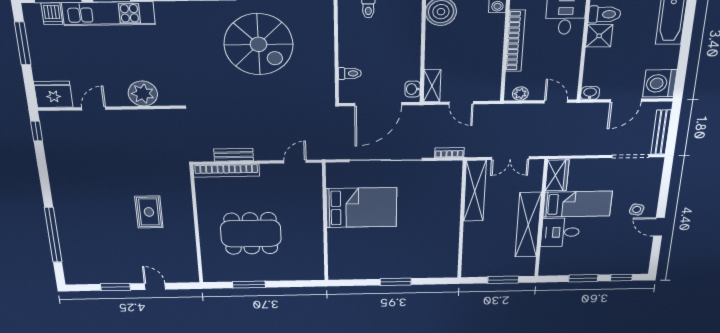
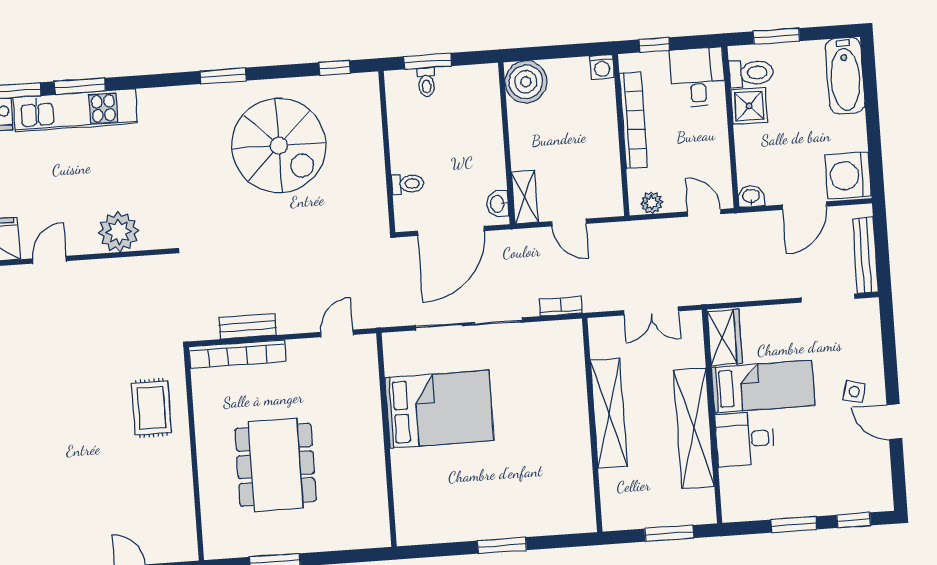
shelving: (475, 191) -> (609, 413), moved
rug: (149, 212) -> (151, 408), moved
dining table: (251, 233) -> (276, 465), turned 90

